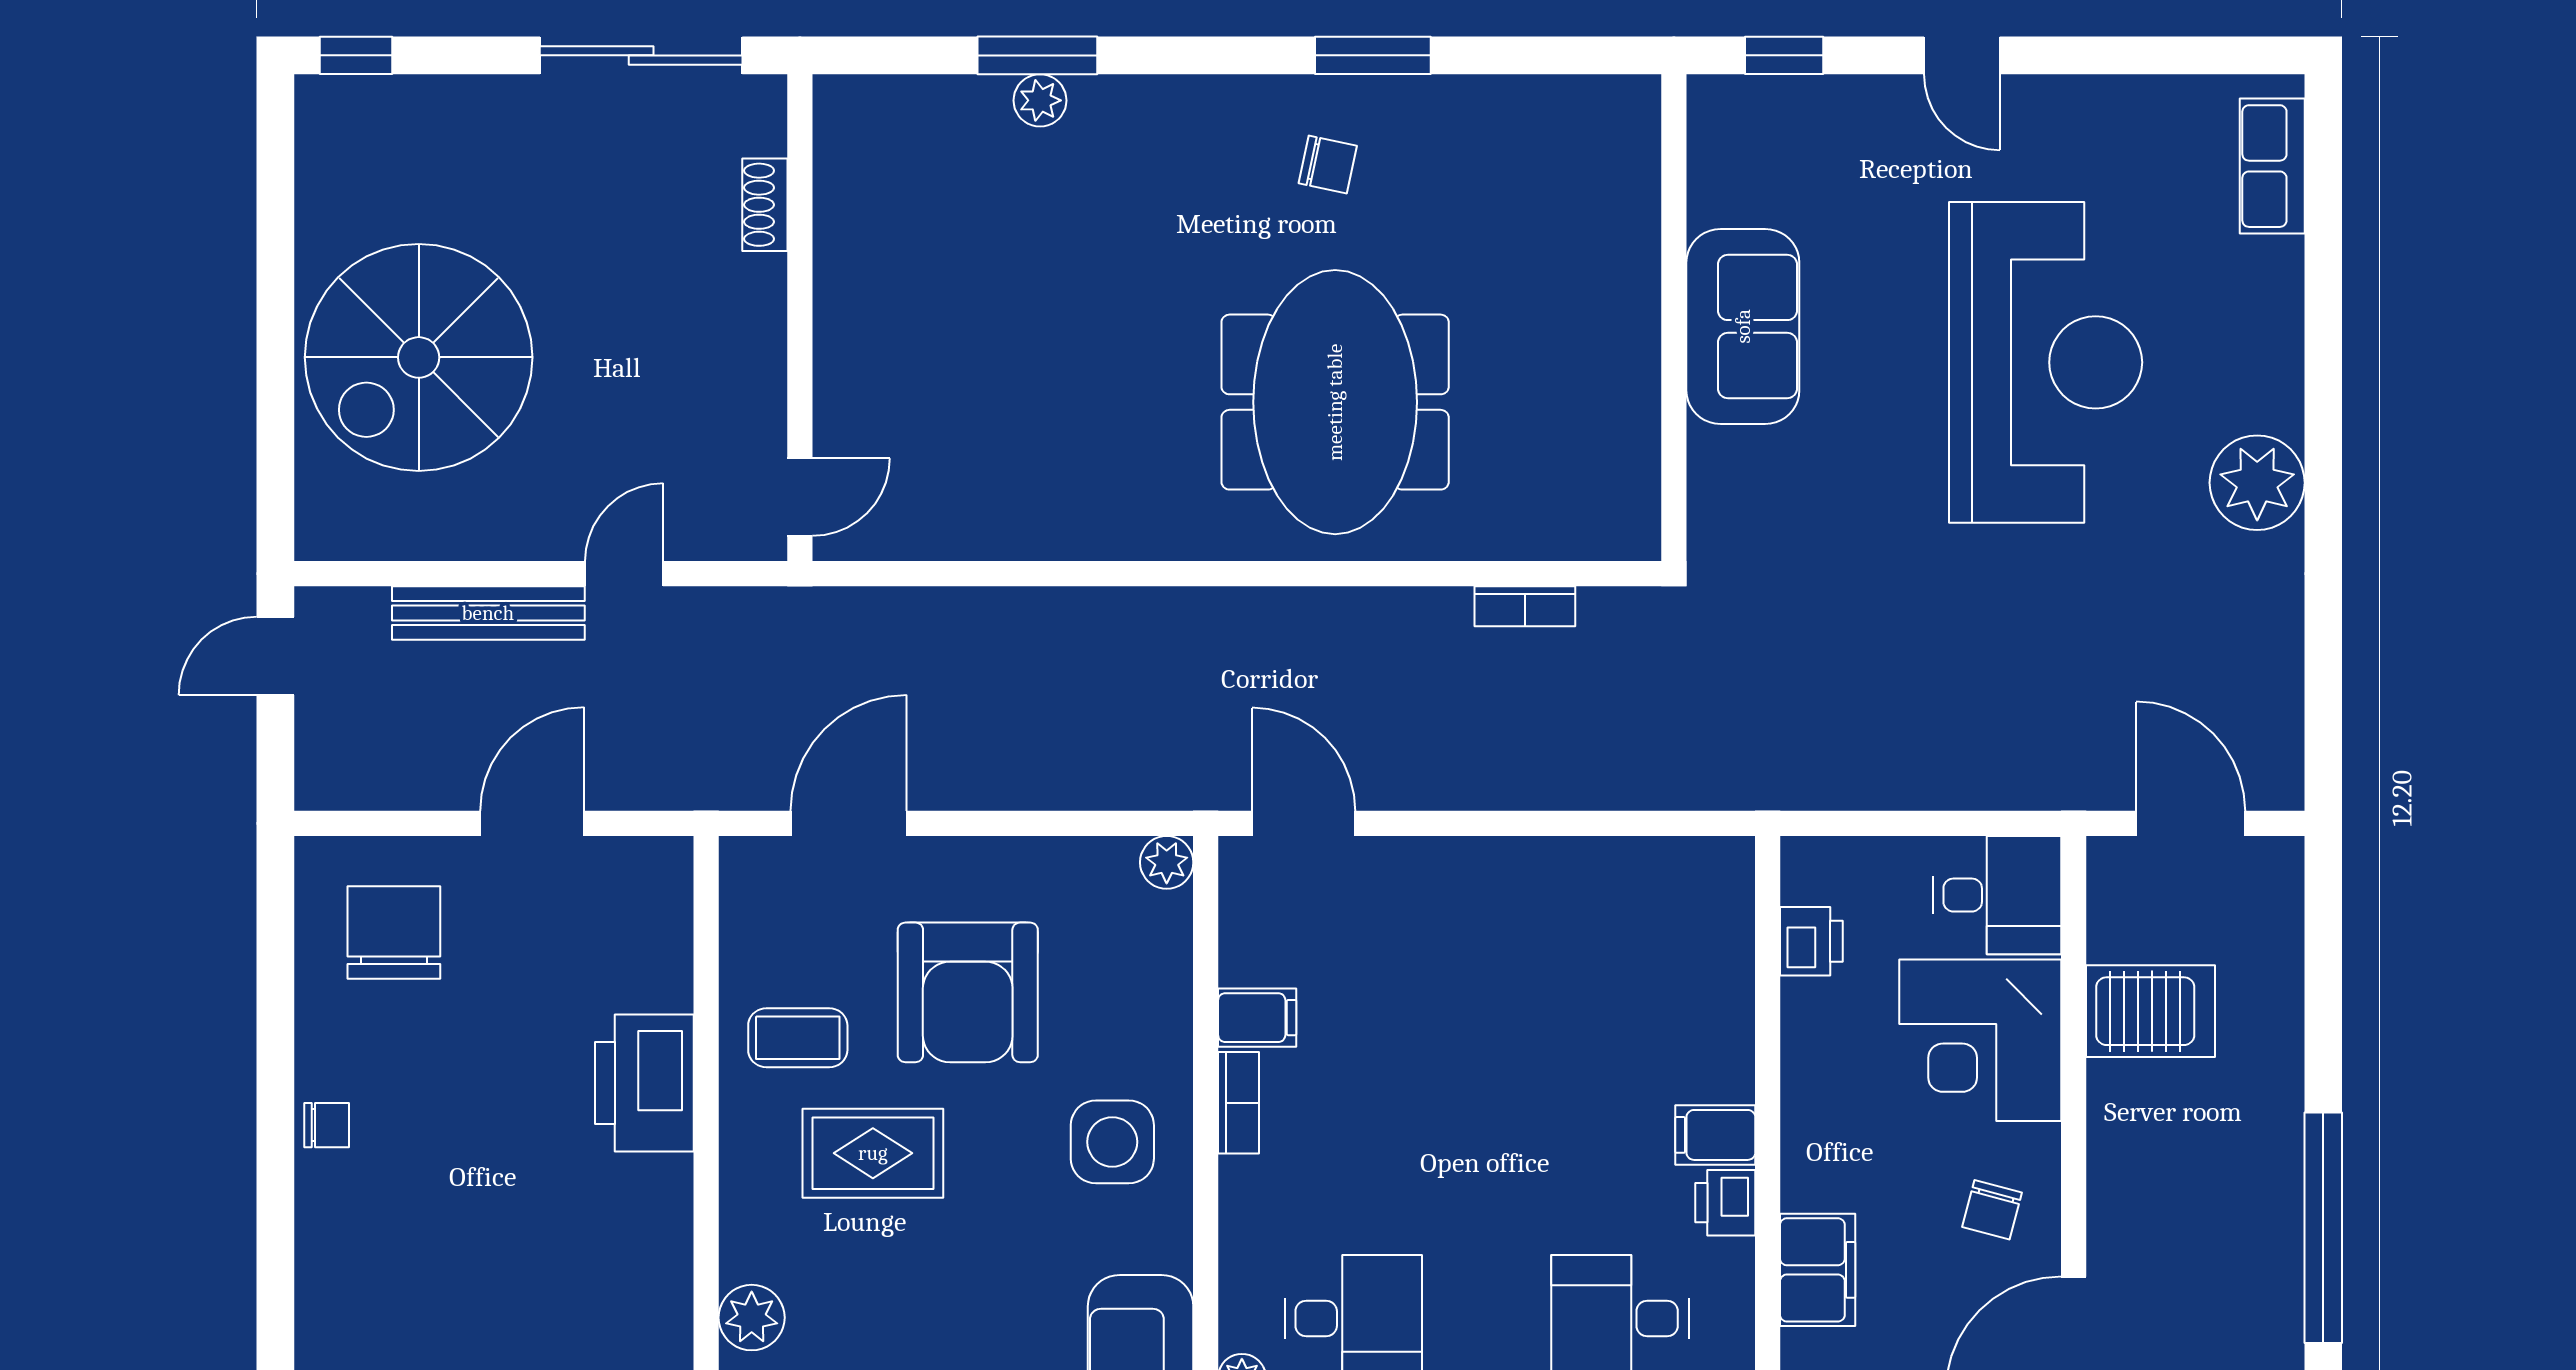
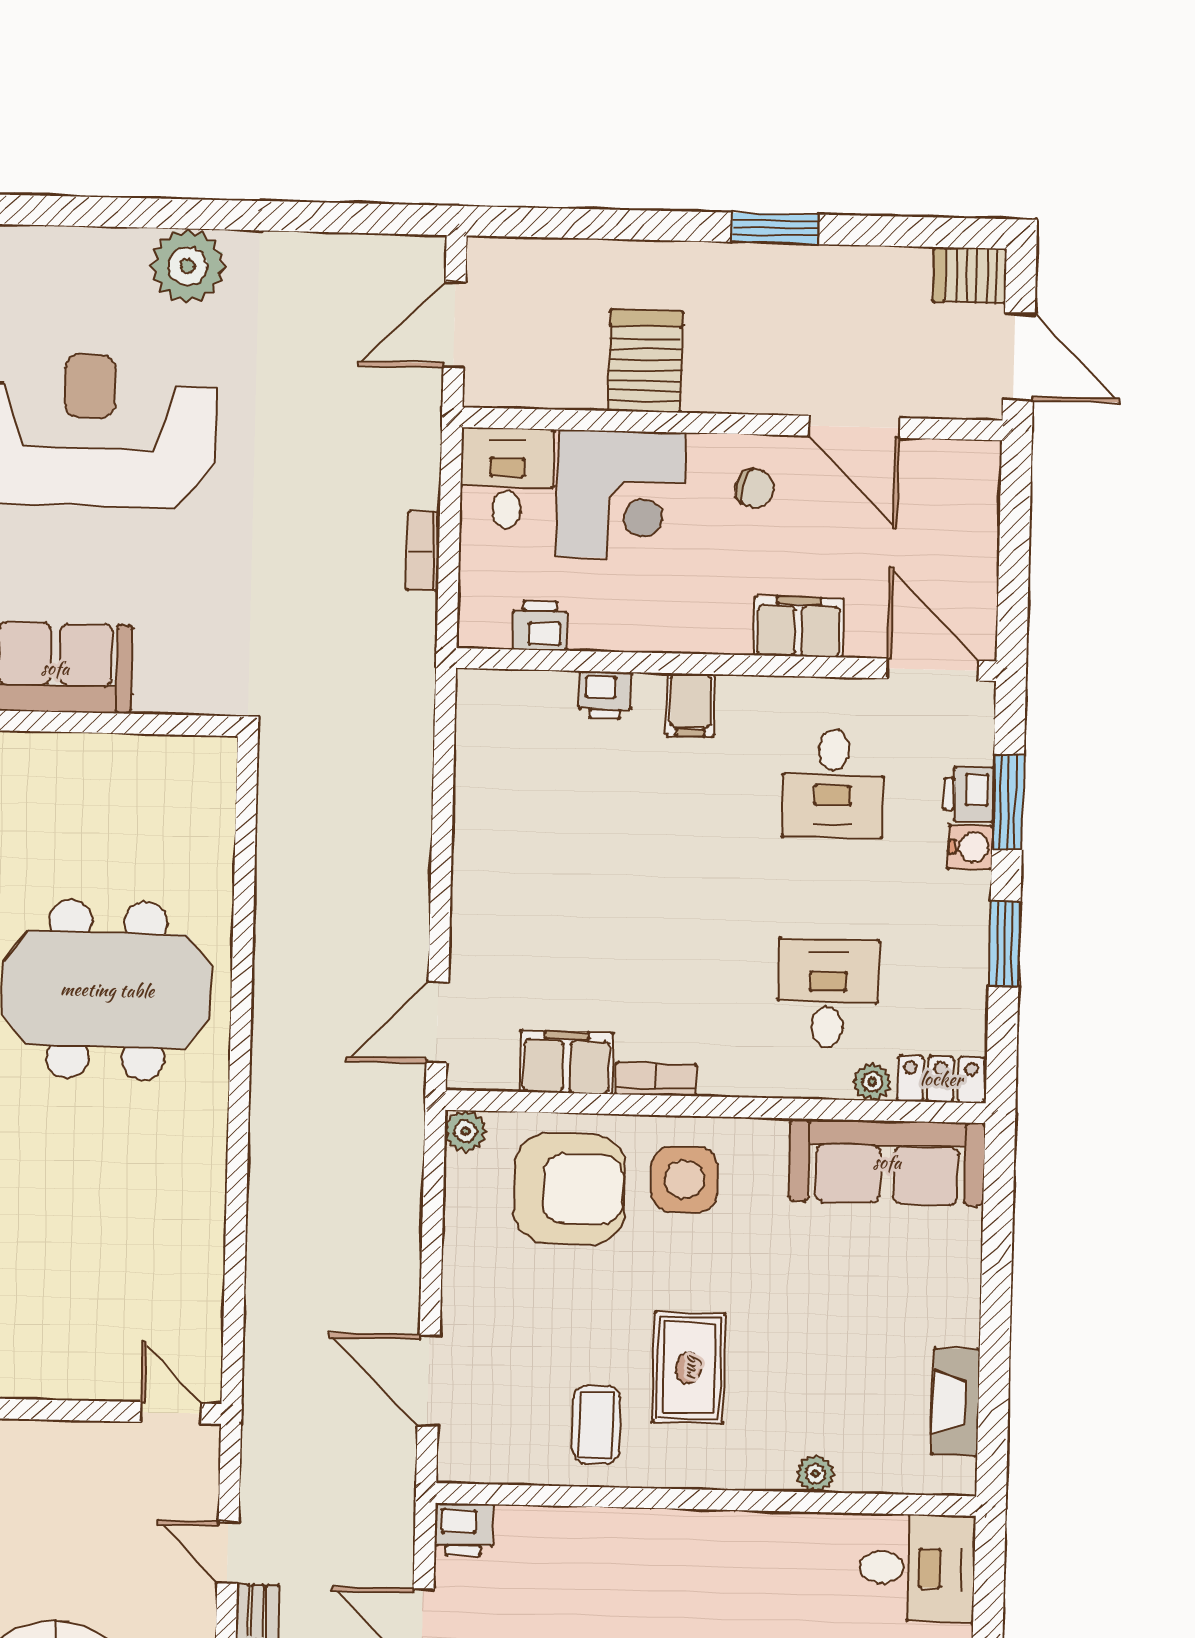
bookcase: (1525, 606) -> (423, 551), moved, turned 180
armchair: (968, 992) -> (570, 1189), moved
server rack: (2150, 1011) -> (645, 361), moved
filing cabinet: (1257, 1018) -> (566, 1062), width x2.00
printer: (644, 1083) -> (464, 1530), moved, width x0.53, depth x0.68
printer: (1725, 1203) -> (605, 695), moved
window: (2323, 1228) -> (775, 228), width x0.47
plant: (752, 1318) -> (815, 1474), width x0.73, depth x0.73

